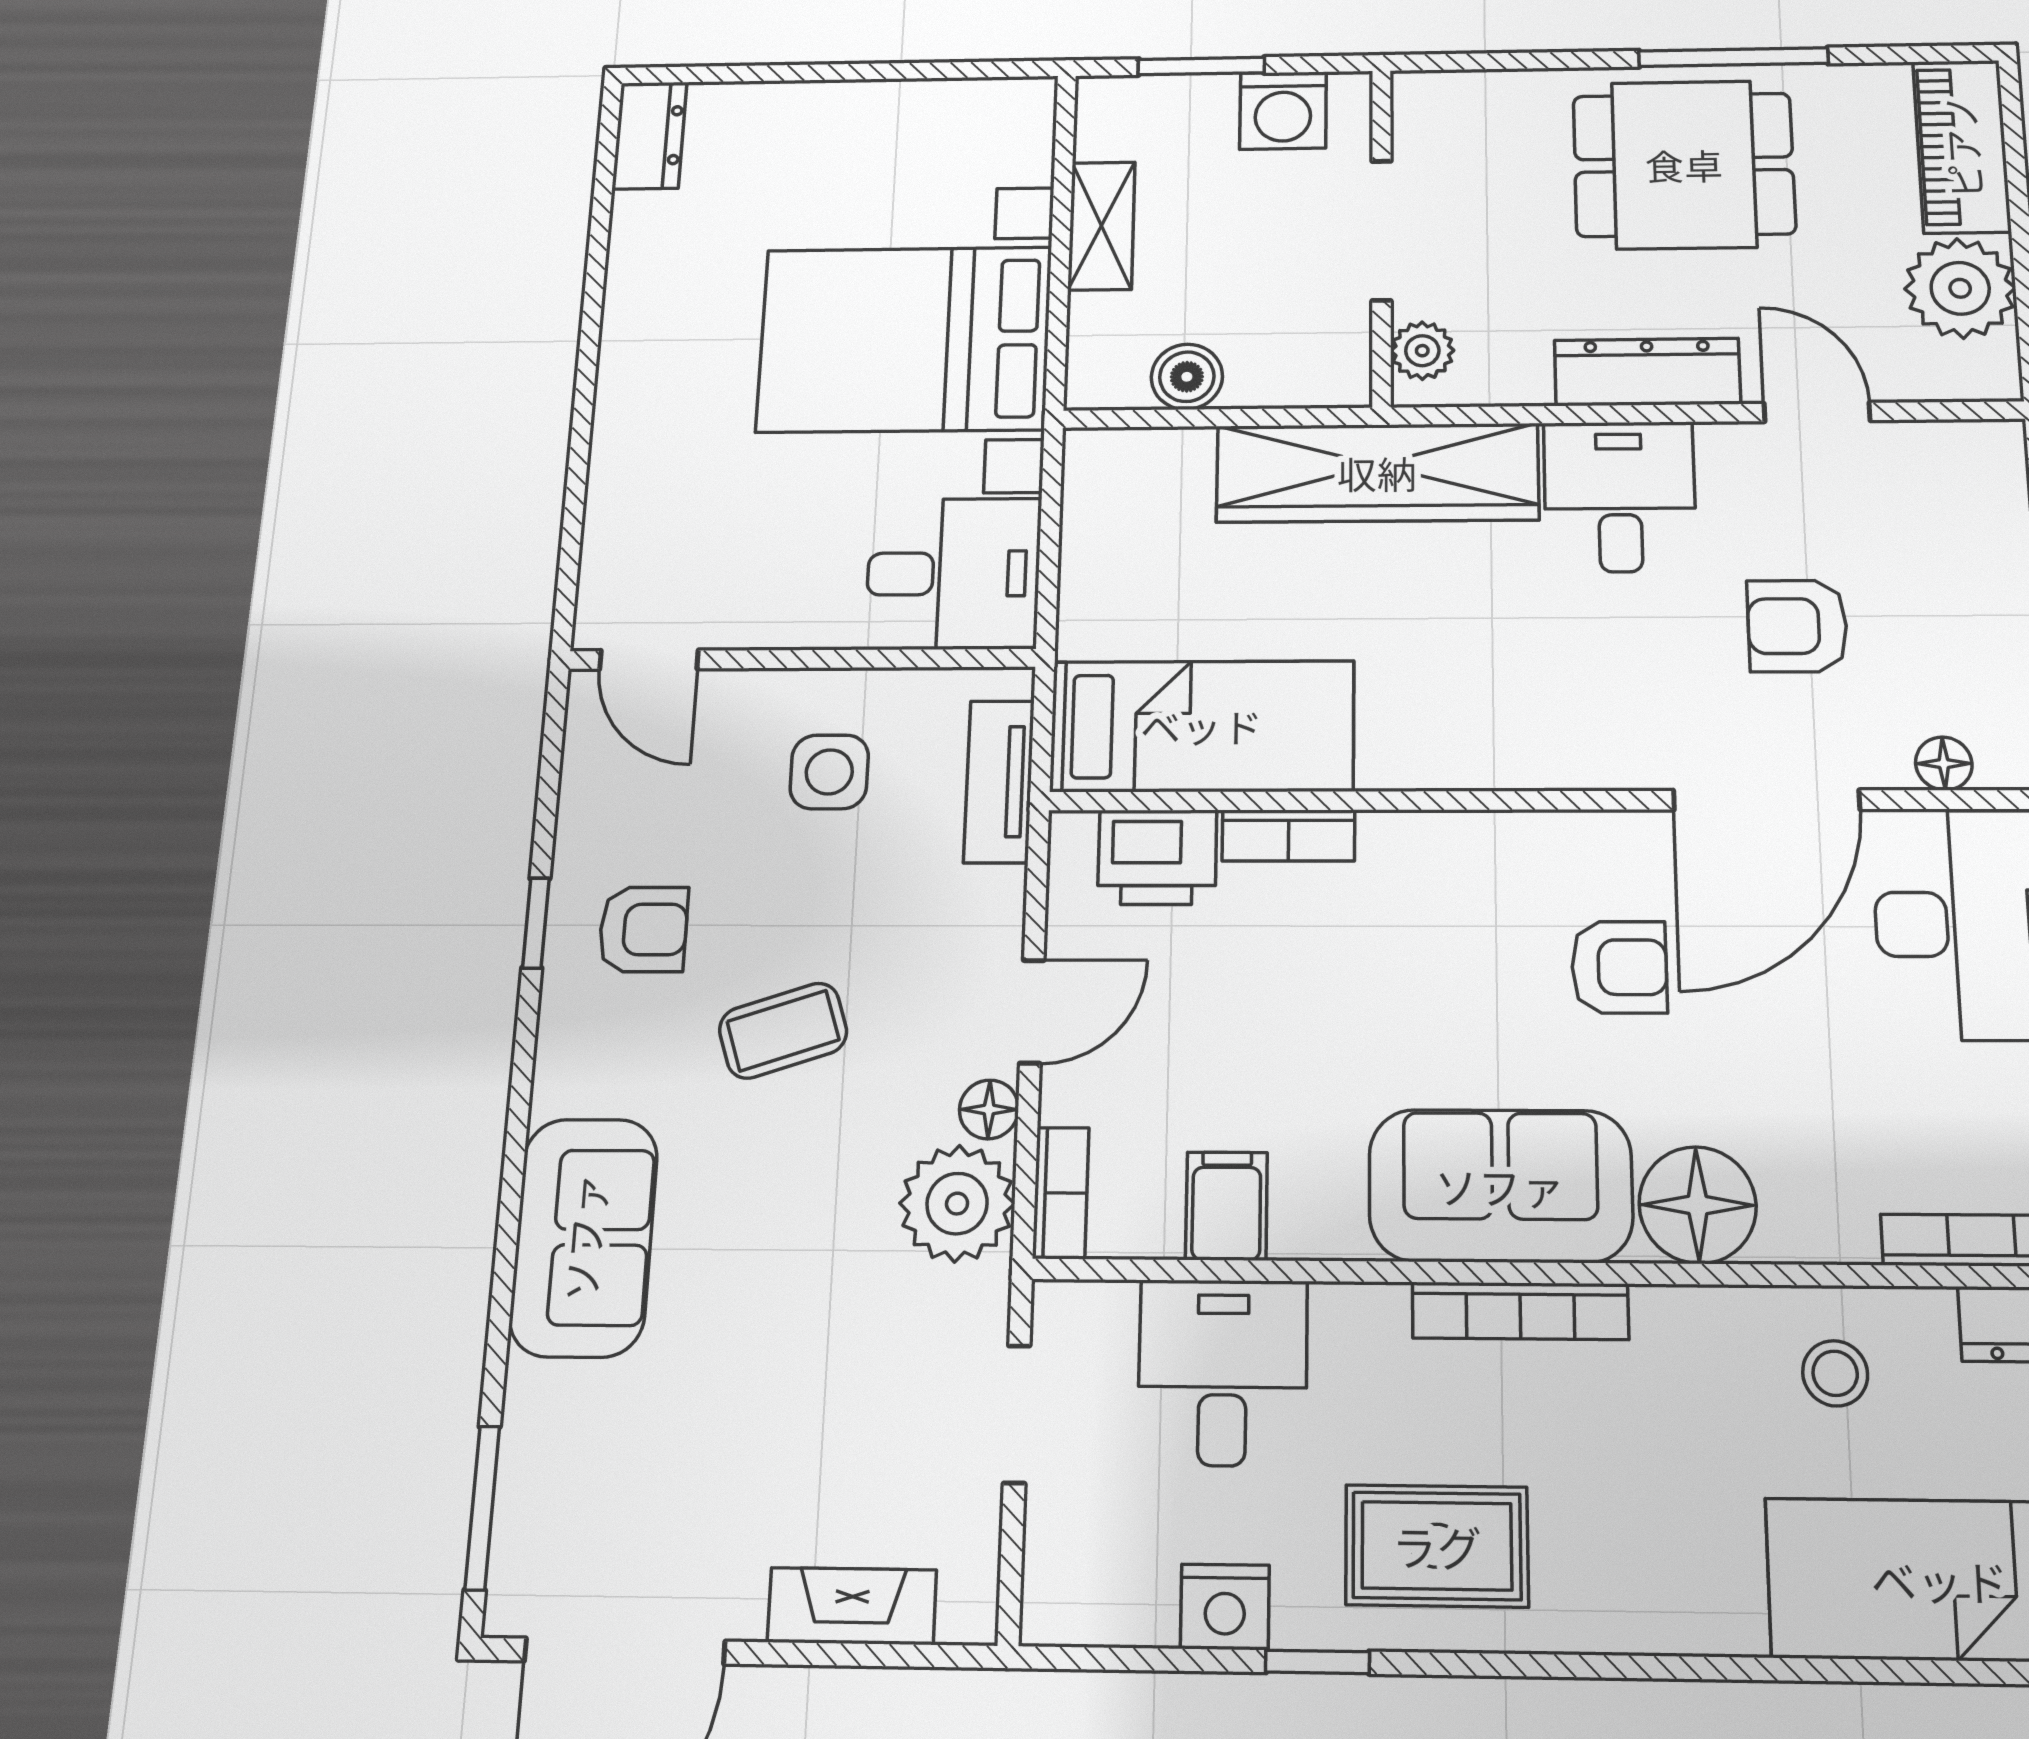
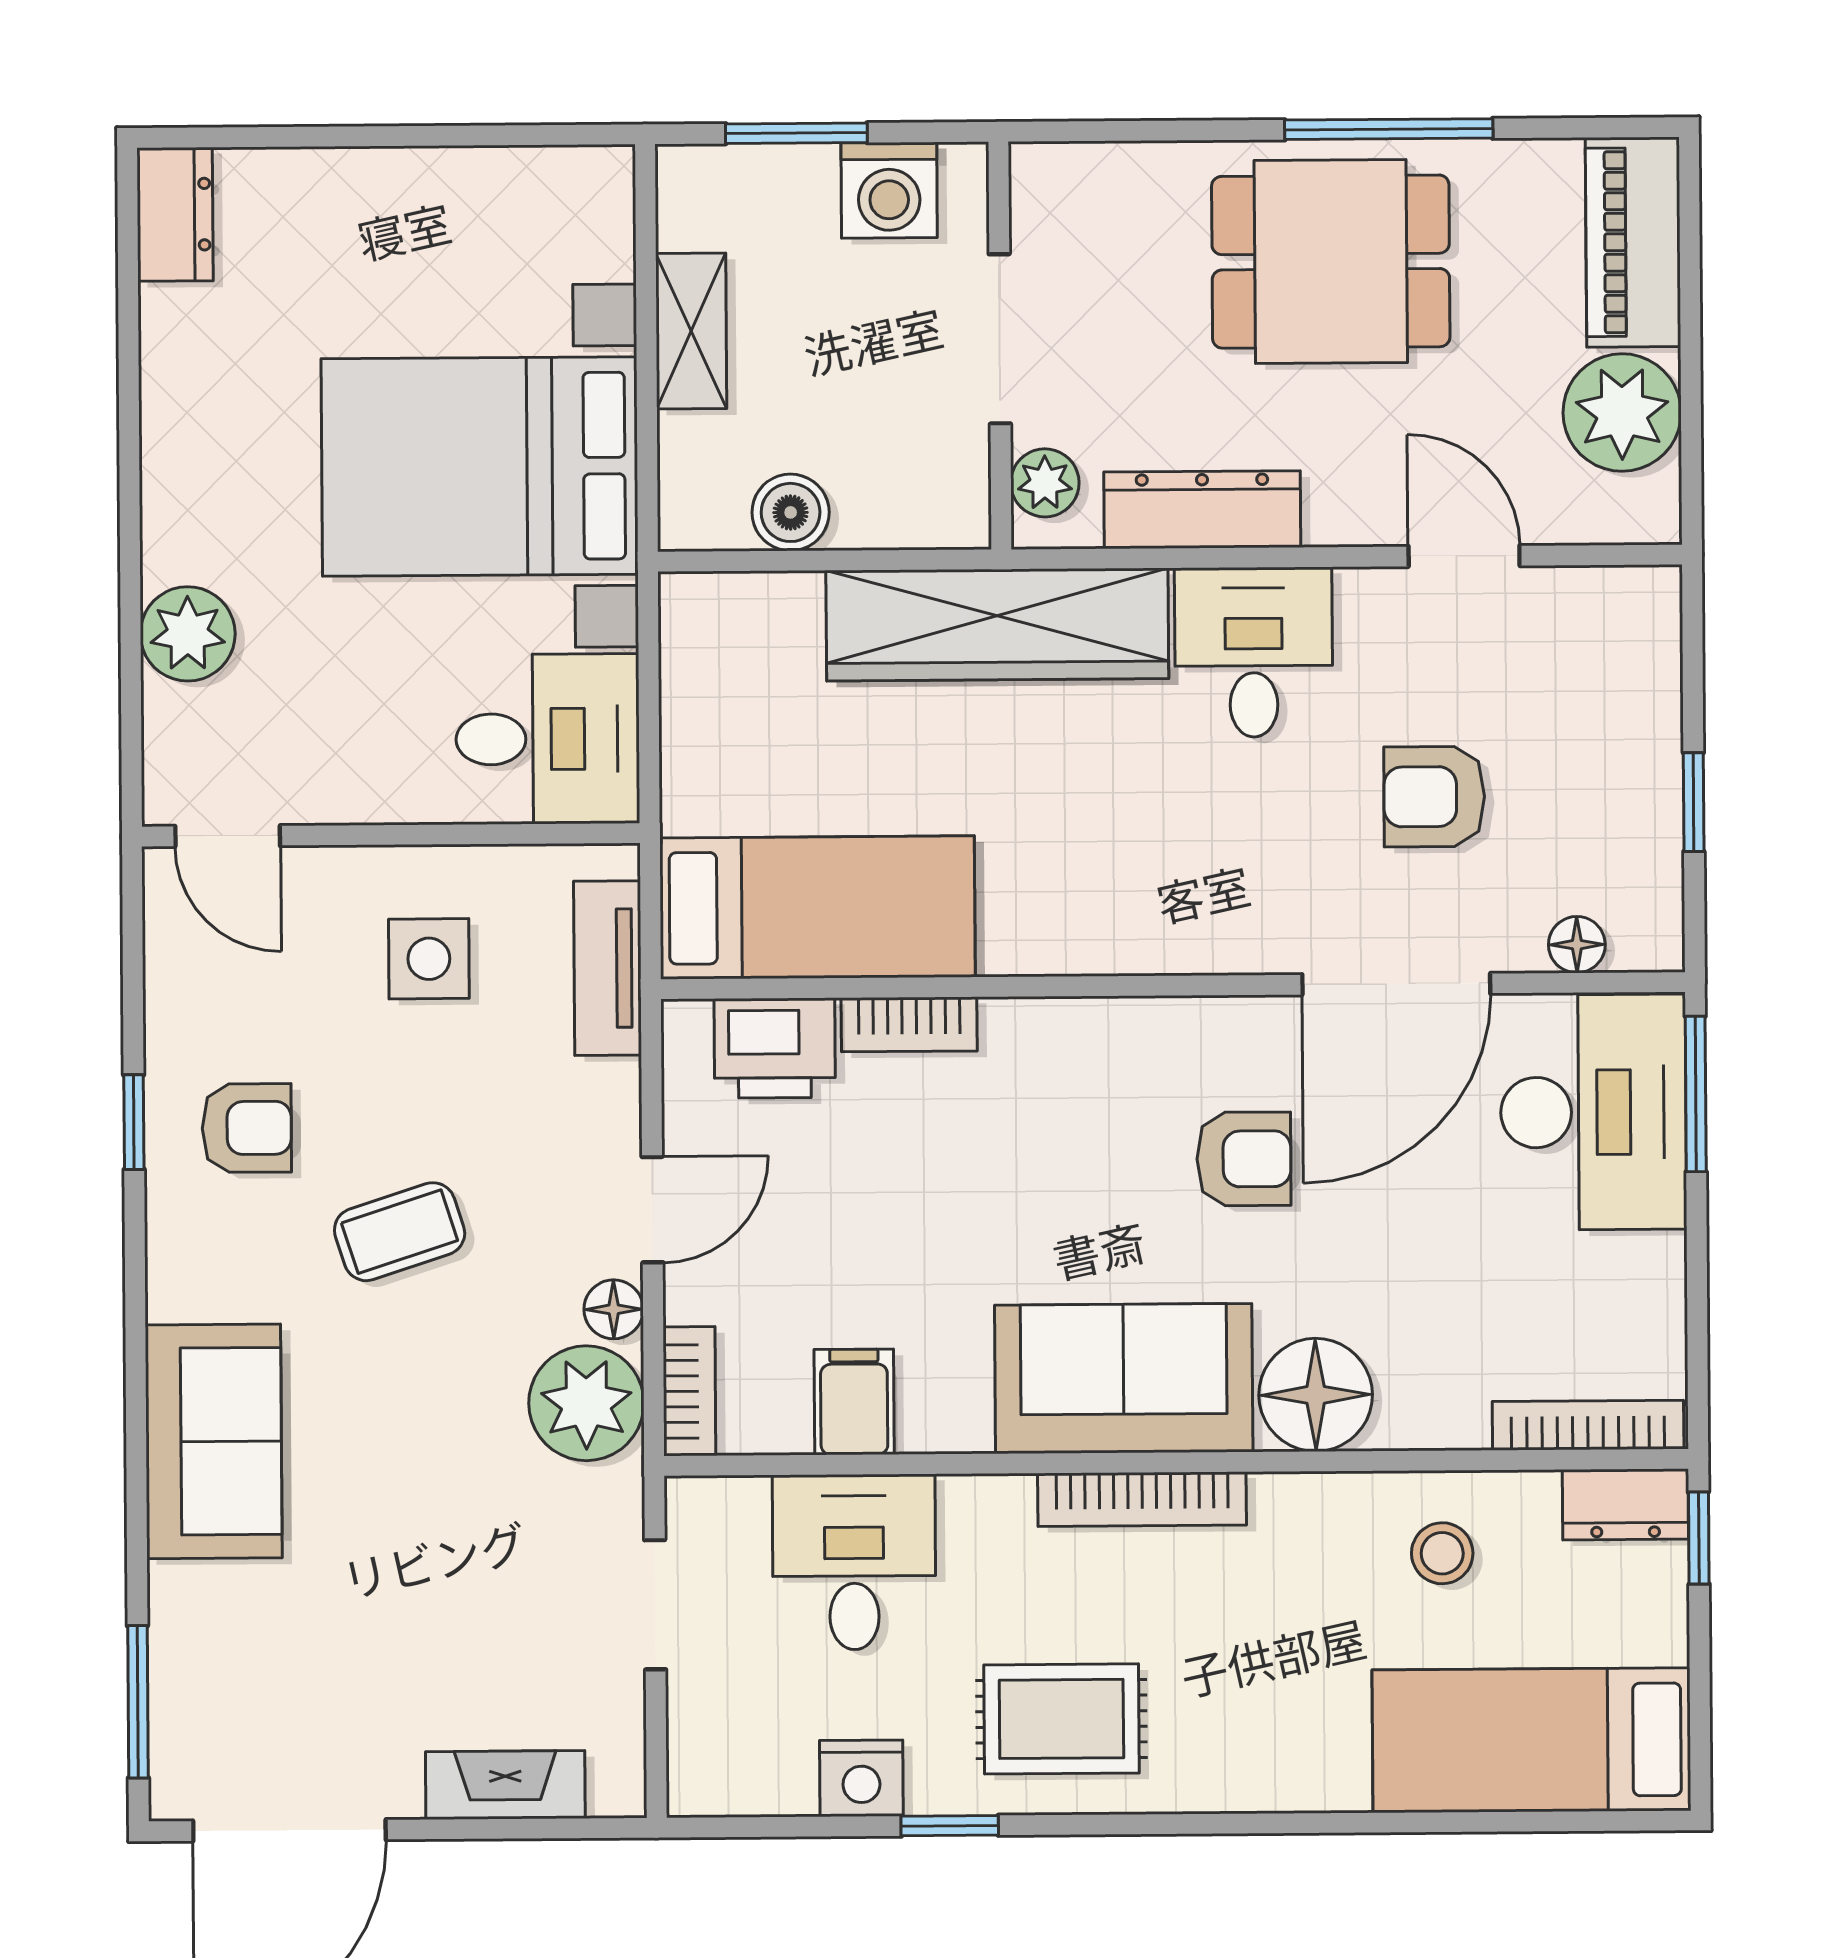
dresser: (1647, 372) -> (1202, 510), moved
plant: (628, 482) -> (188, 634), added

